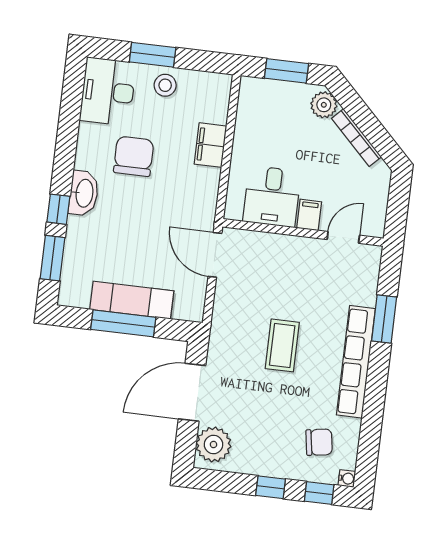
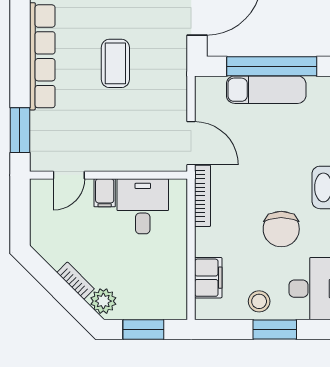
bookcase: (356, 138) -> (76, 281), width x0.64
filing cabinet: (210, 145) -> (208, 278), moved
bookcase: (210, 200) -> (203, 196), added
window: (384, 319) -> (20, 130), moved
window: (123, 323) -> (272, 66), width x1.46

